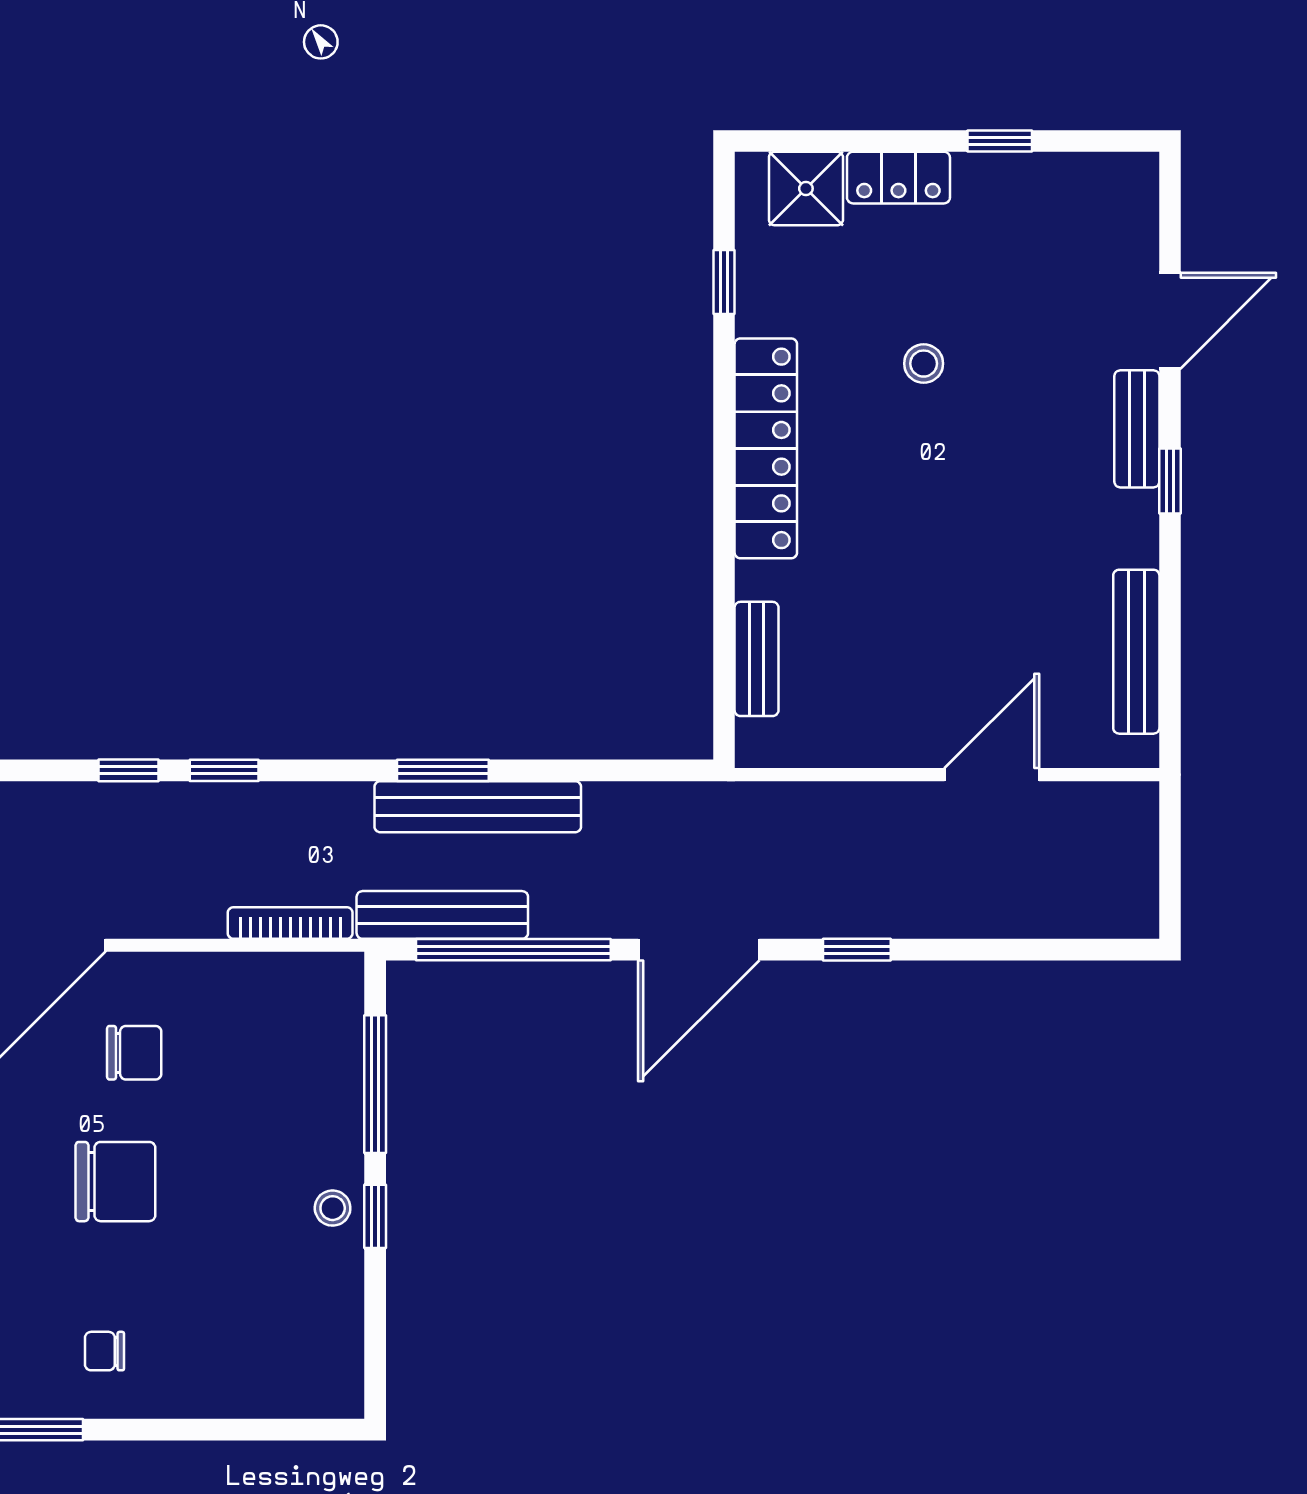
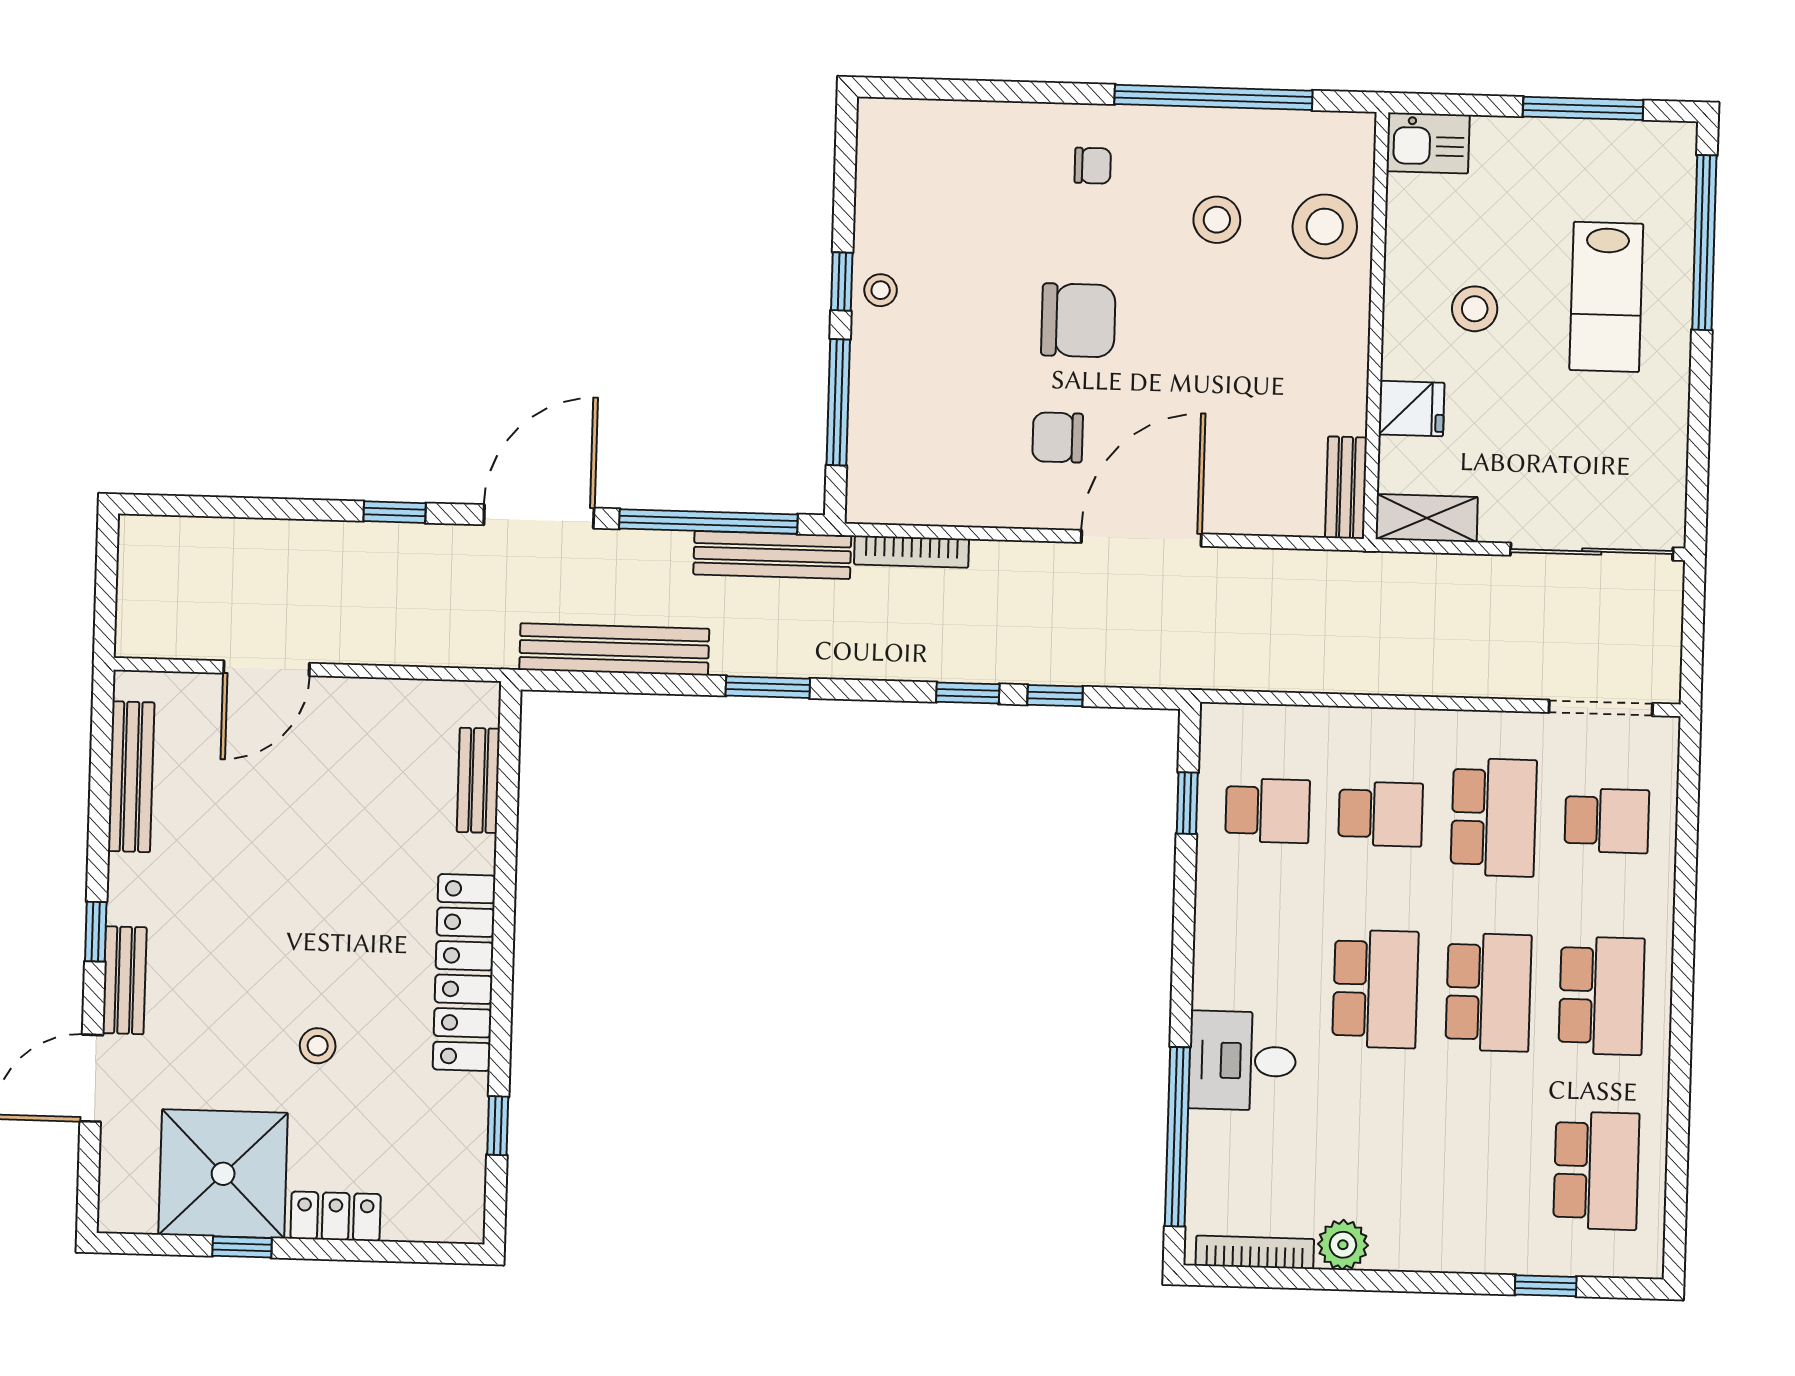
shower: (806, 189) -> (223, 1174), moved, width x1.86, depth x1.86
bench: (478, 807) -> (614, 649), moved
chair: (115, 1182) -> (1078, 320), turned 180

